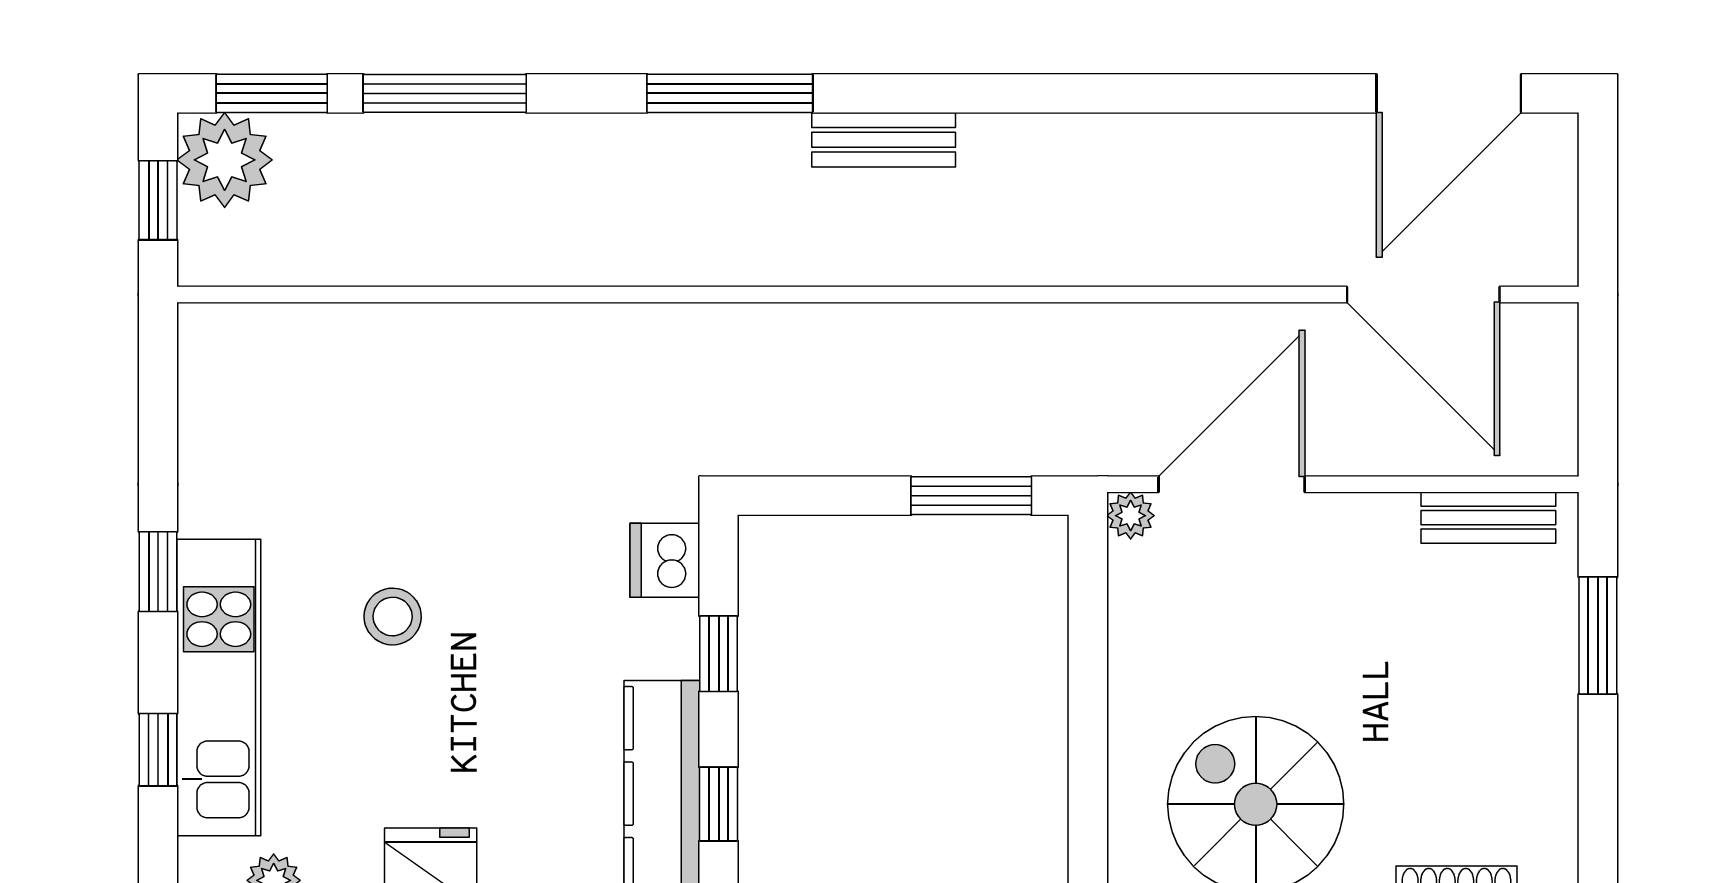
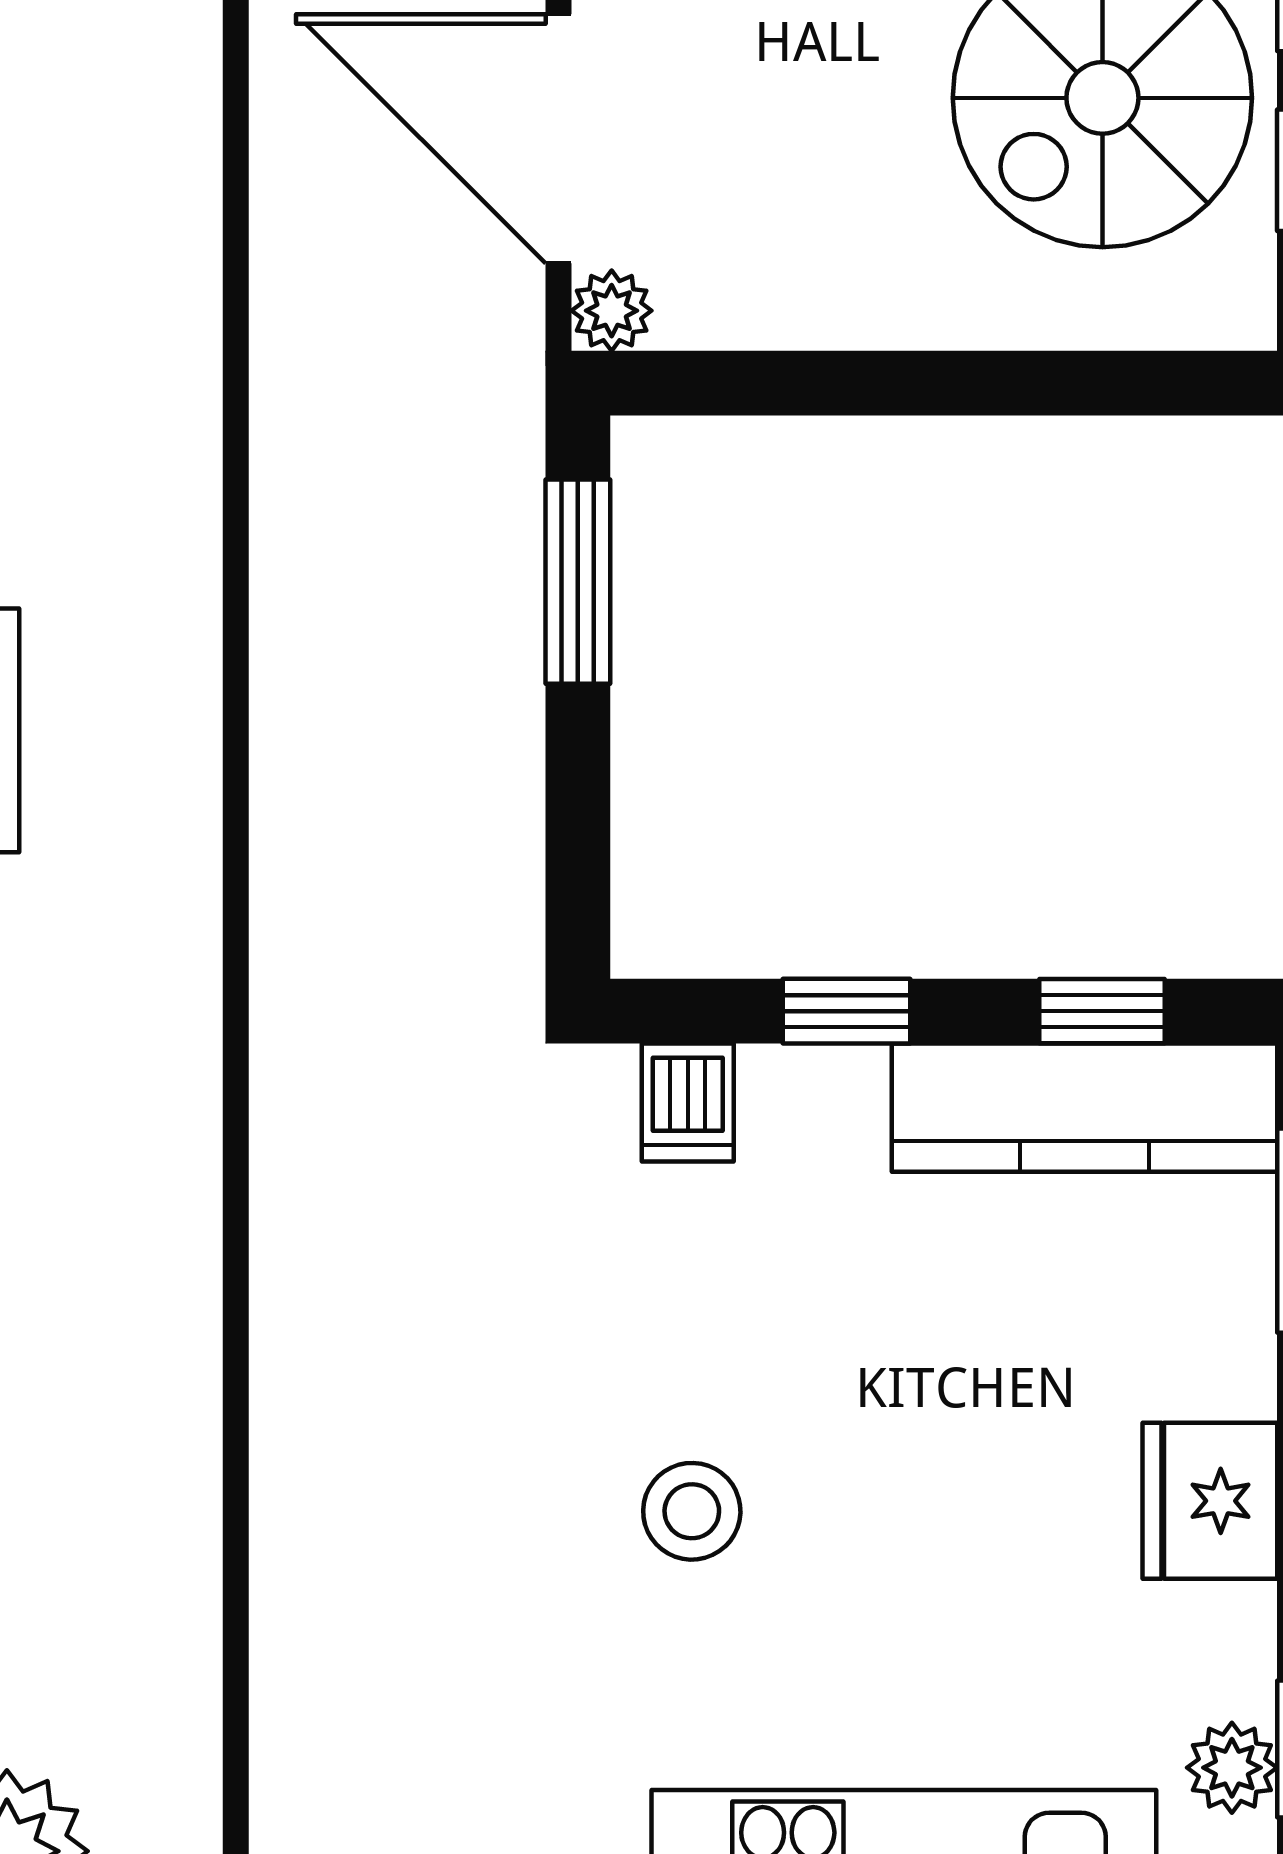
dishwasher: (665, 560) -> (688, 1103), width x0.73
stool: (393, 617) -> (692, 1511), moved

